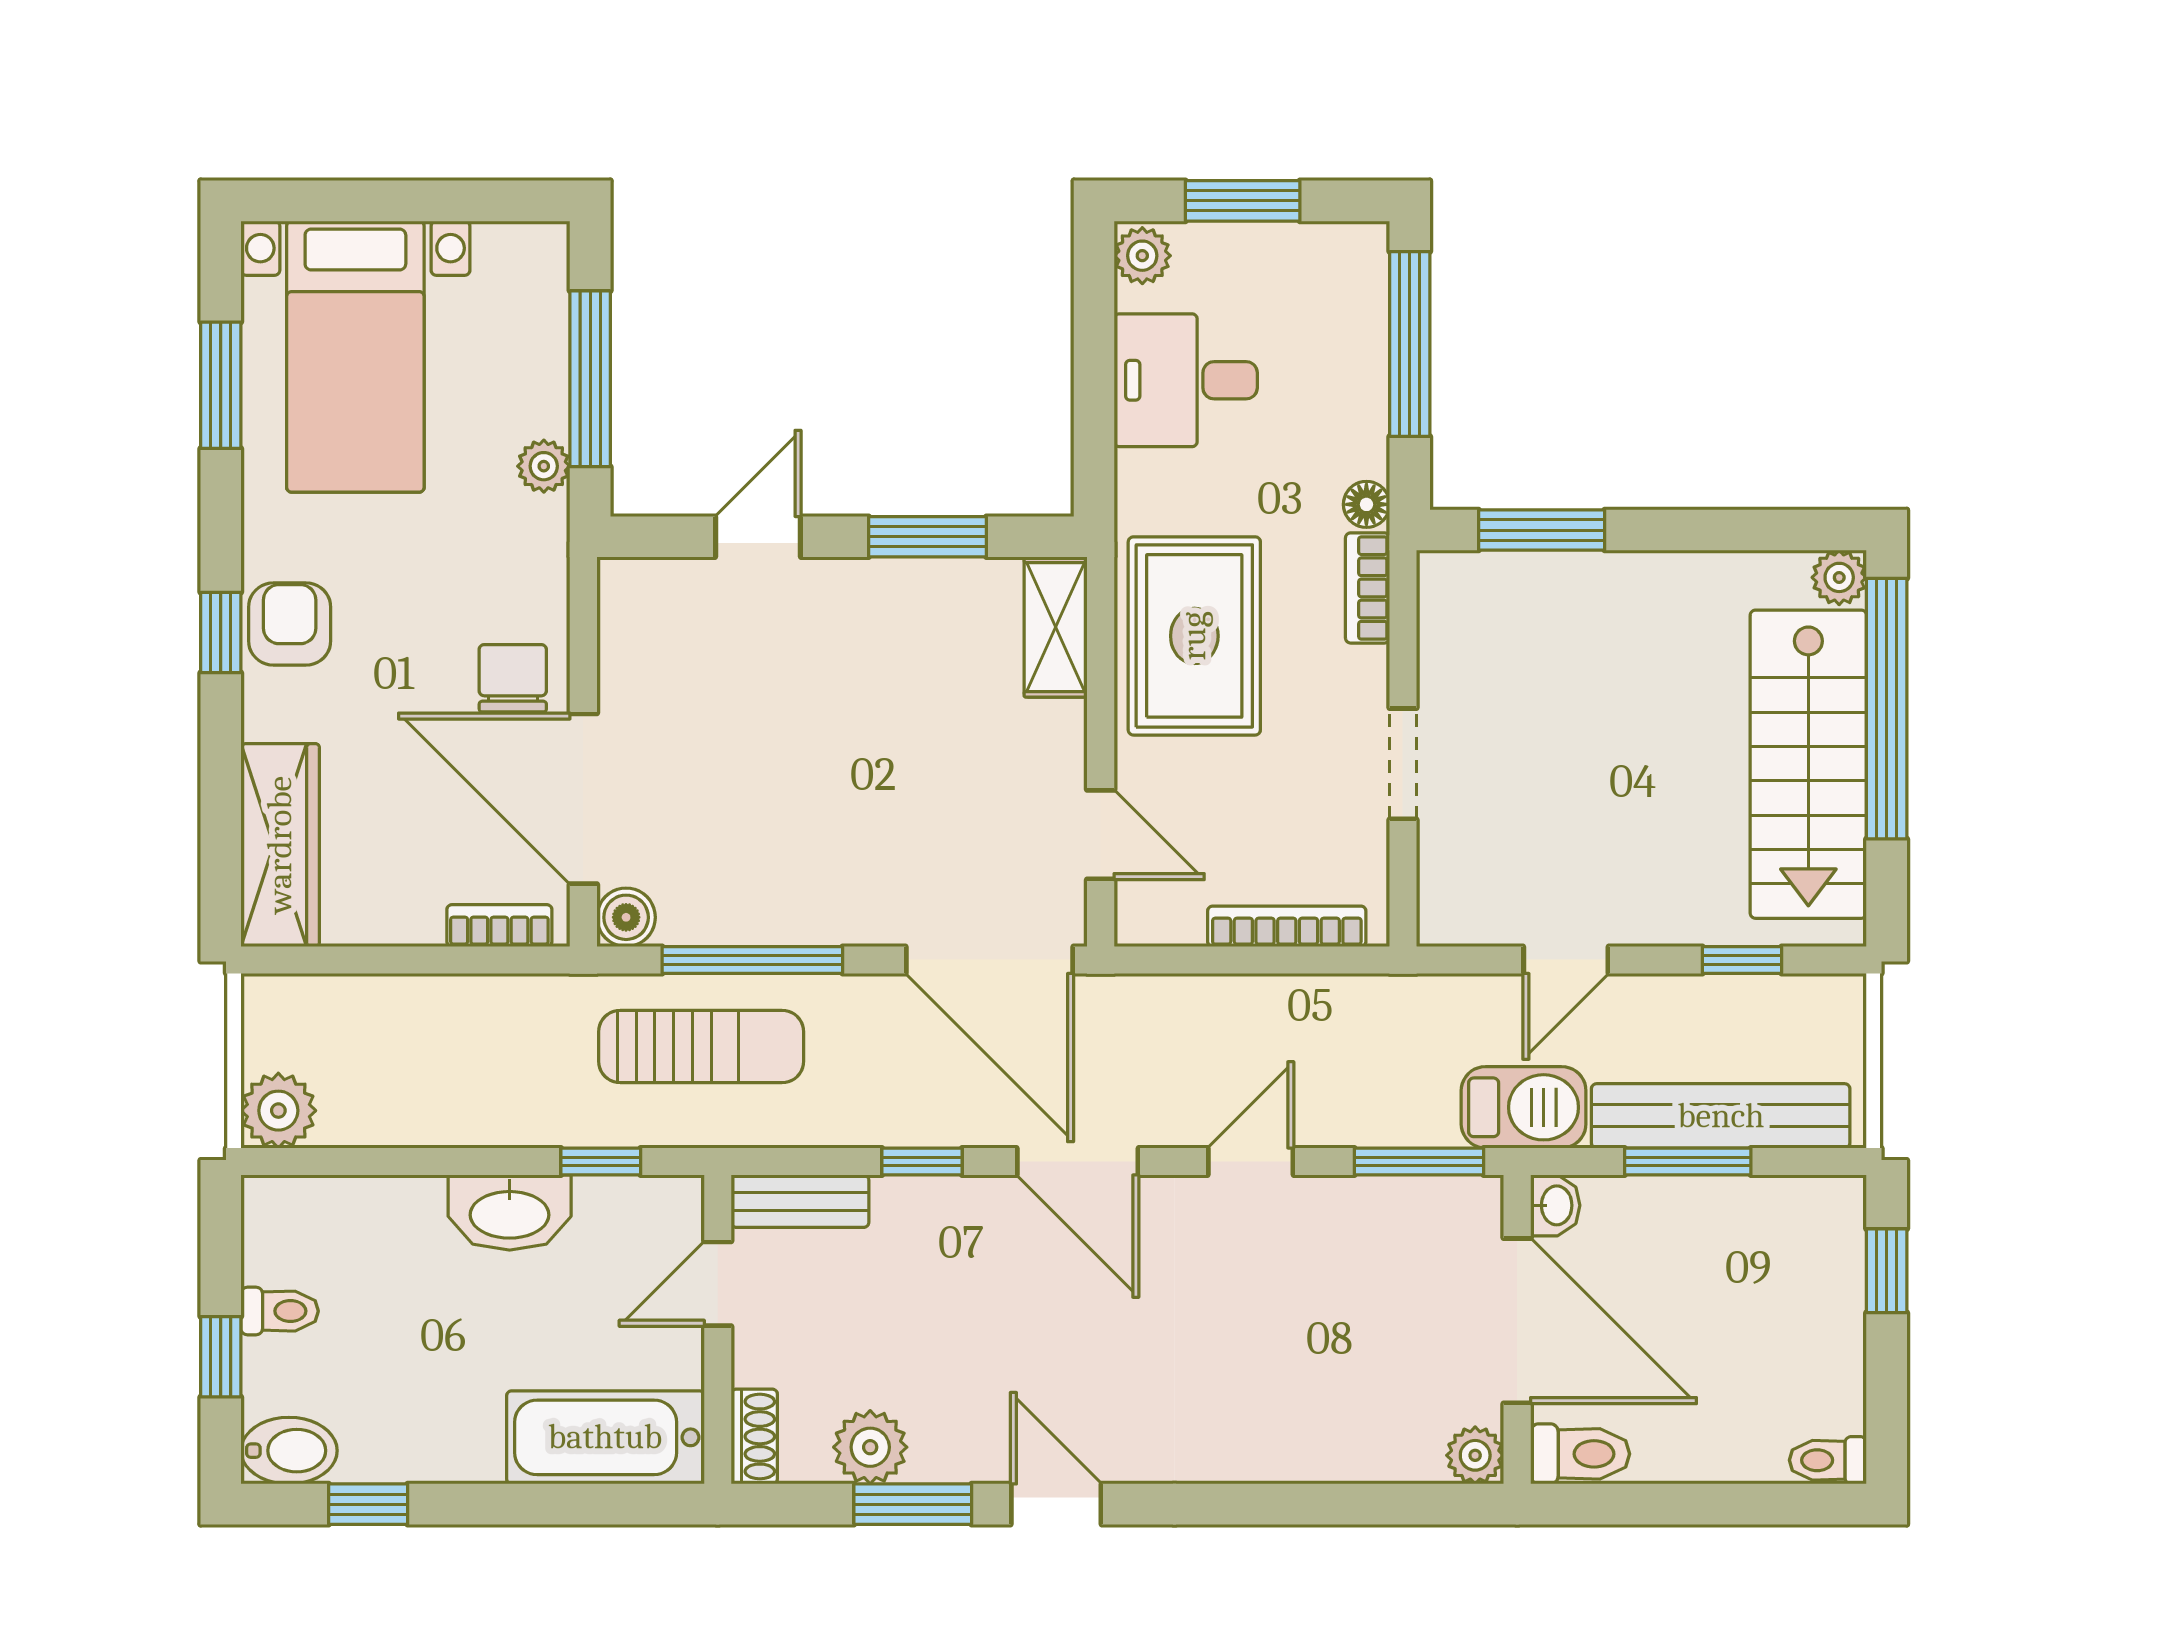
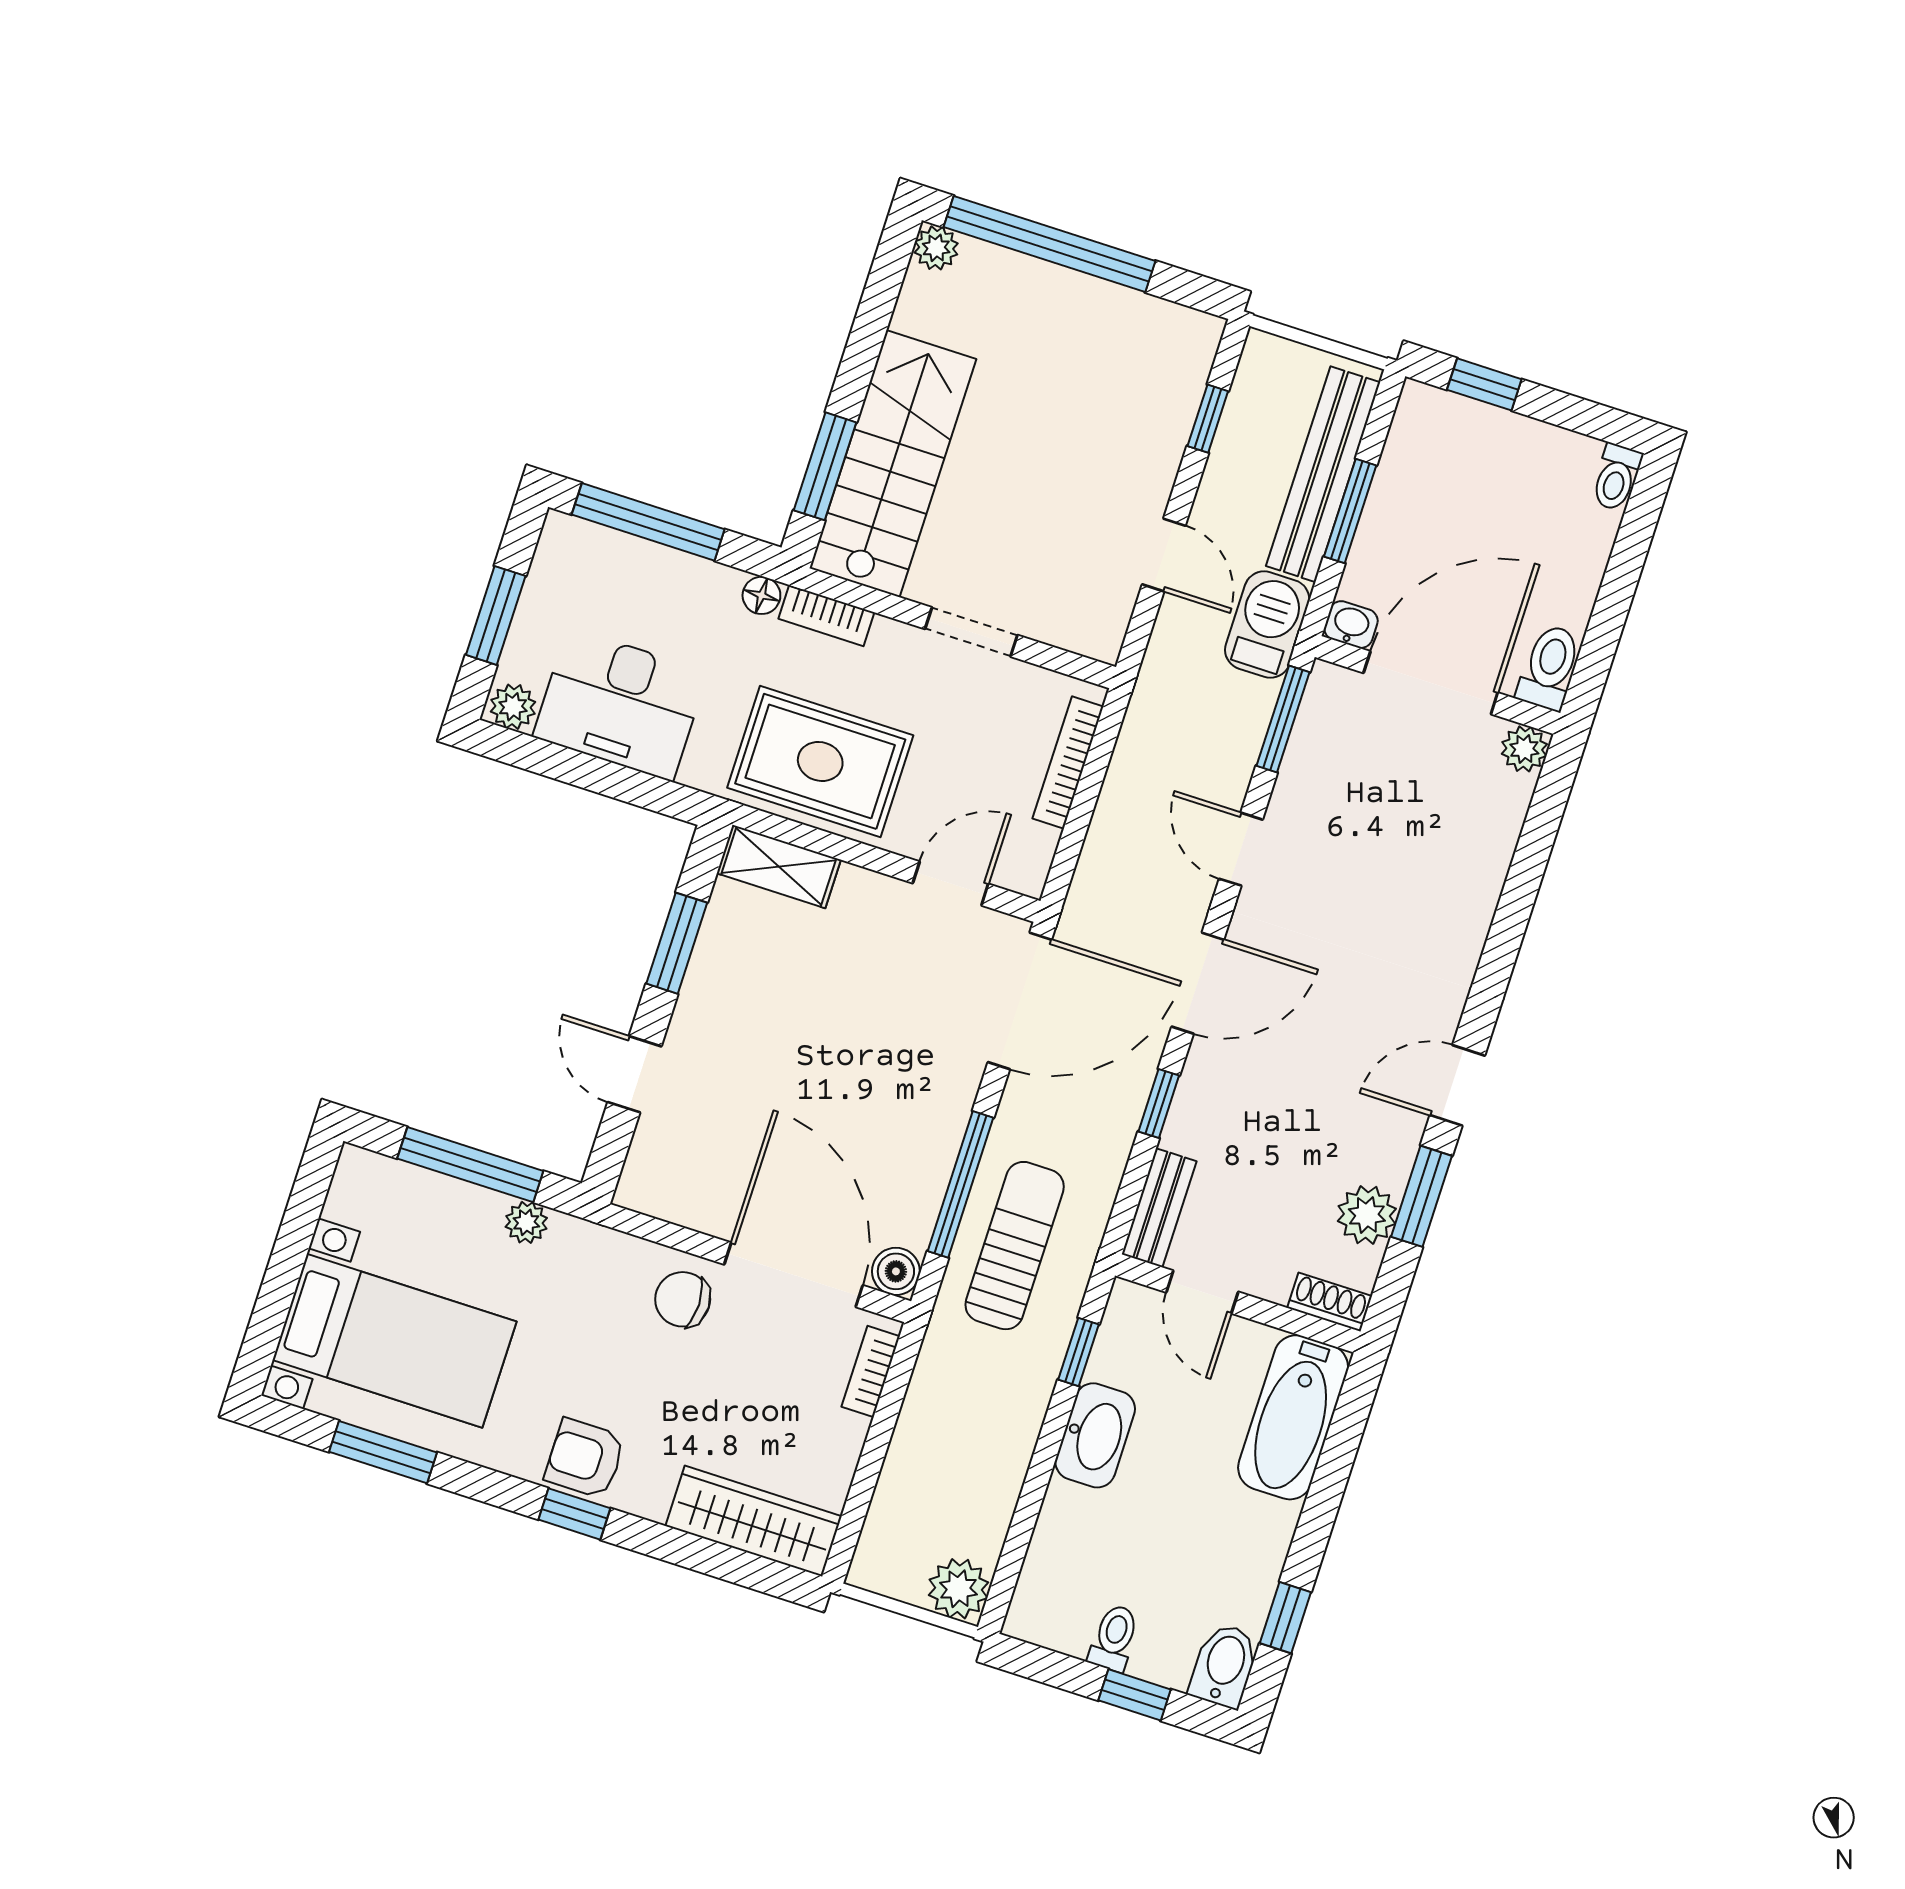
desk: (1186, 380) -> (620, 704), width x1.37
stairs: (1808, 764) -> (893, 464), moved, turned -90
door: (583, 799) -> (794, 1275), swing flipped

